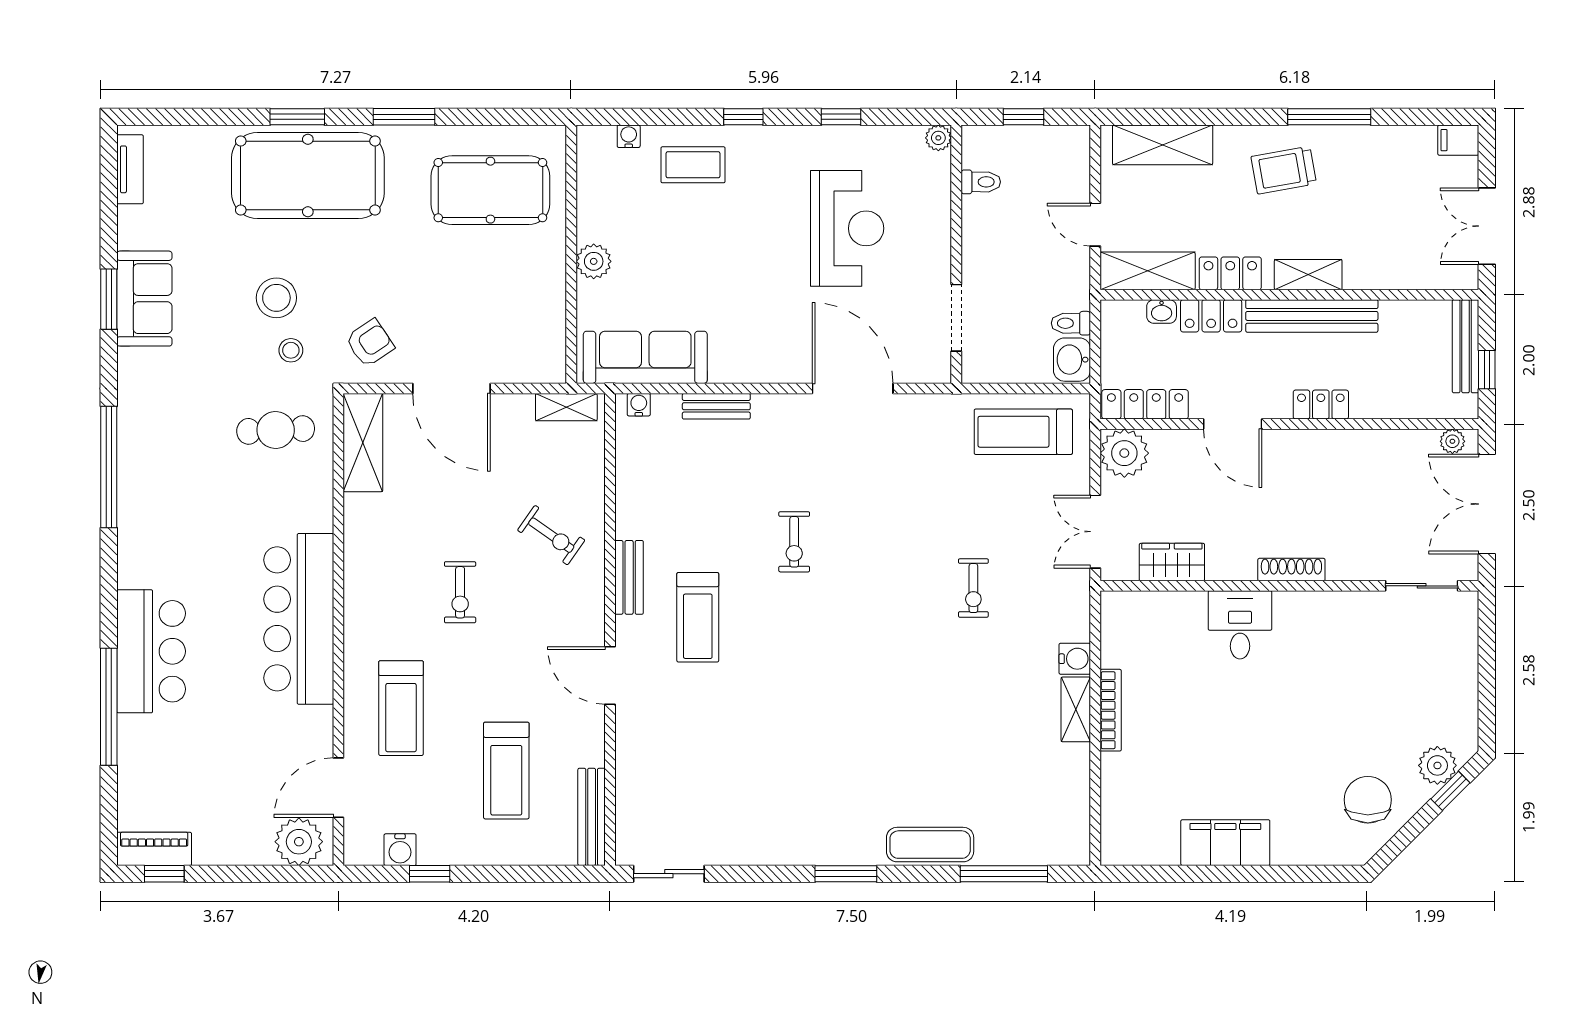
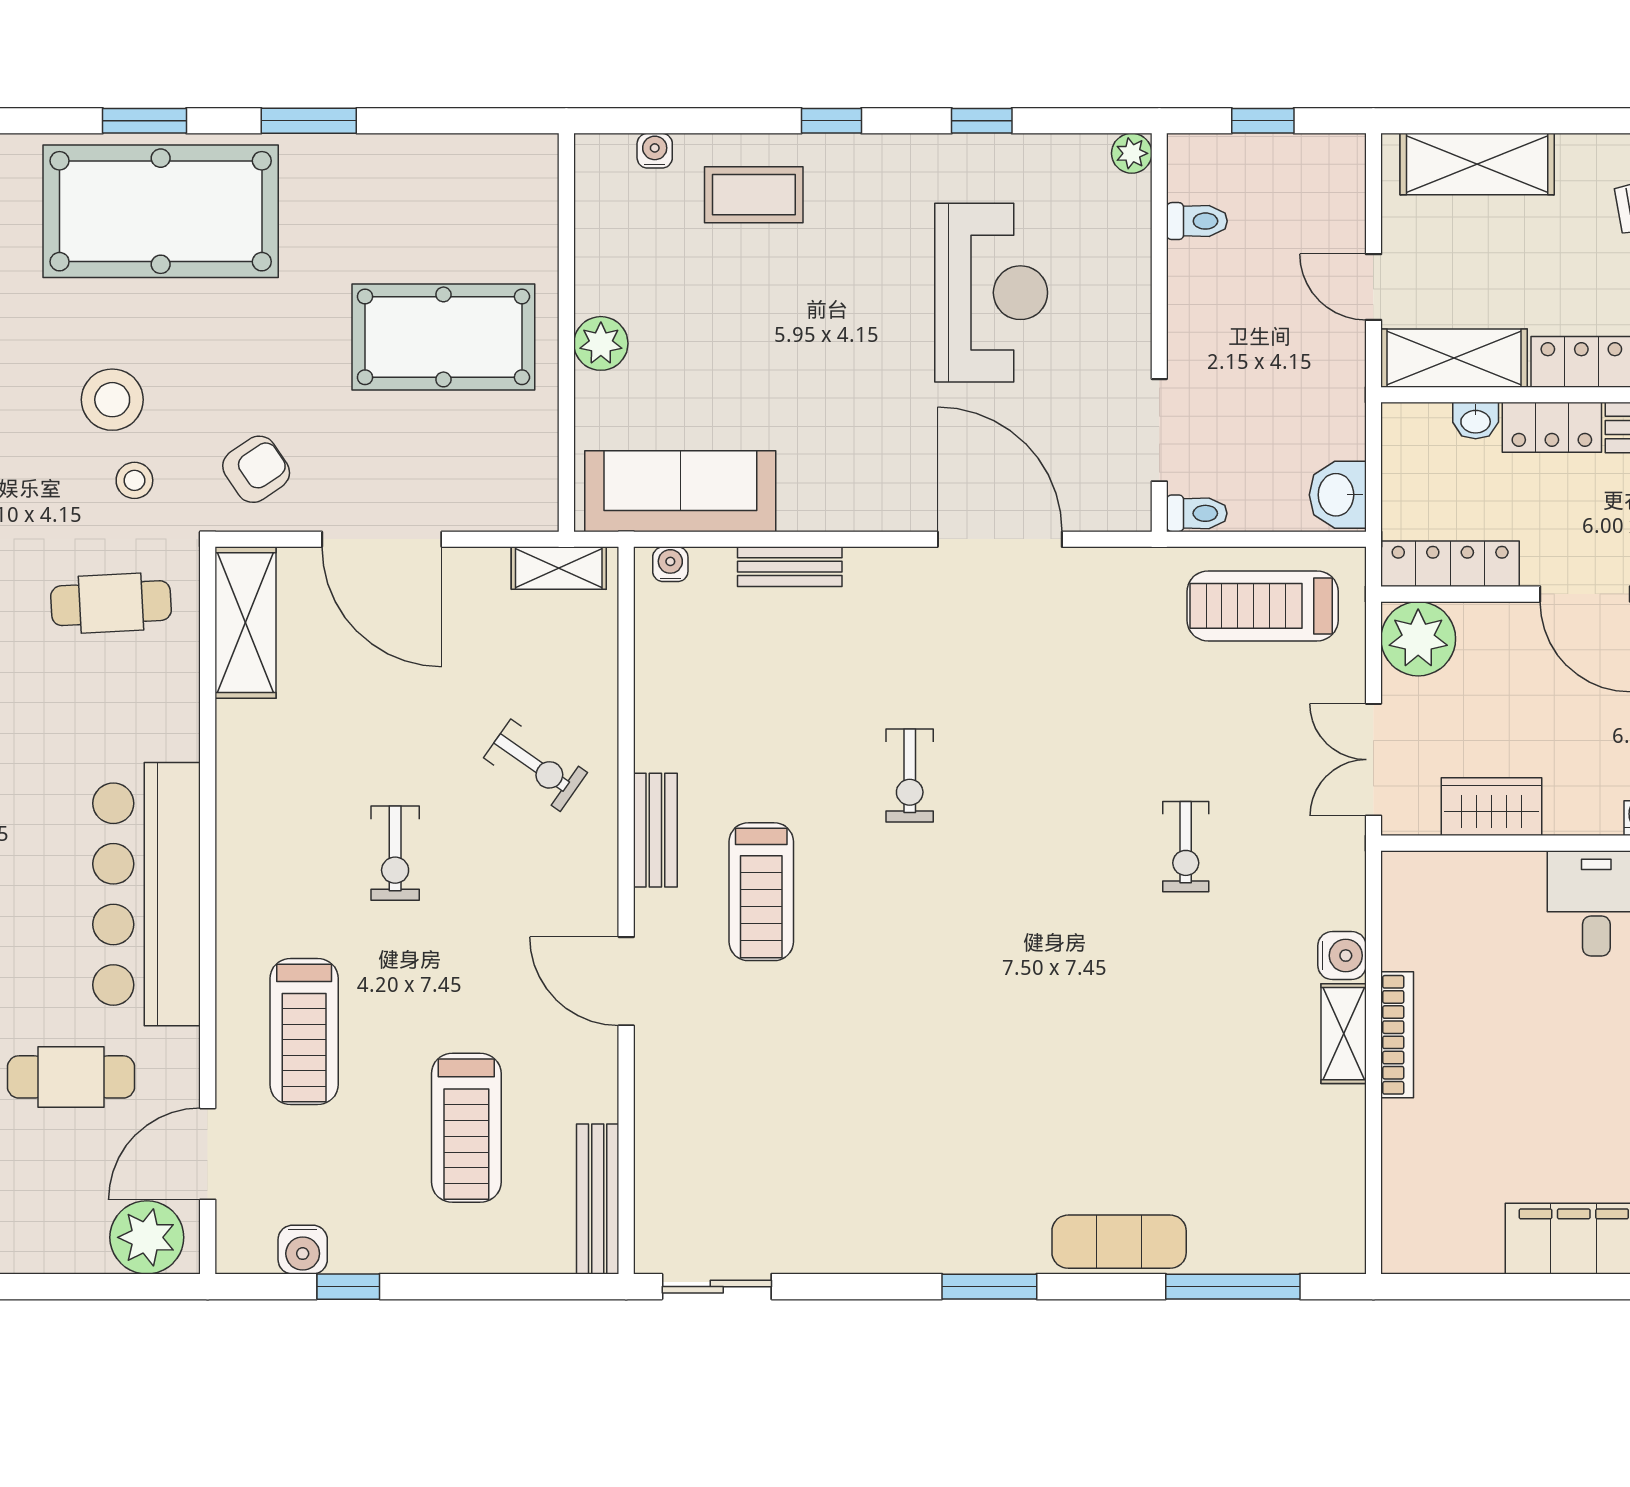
pool table: (490, 190) -> (443, 337), moved
toilet: (1071, 323) -> (1197, 513), moved, turned 180
cafe table: (250, 738) -> (71, 1077), added

